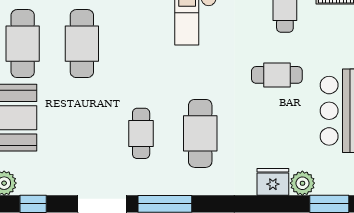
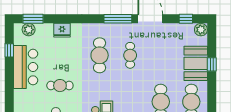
plant: (302, 183) -> (29, 30), moved

